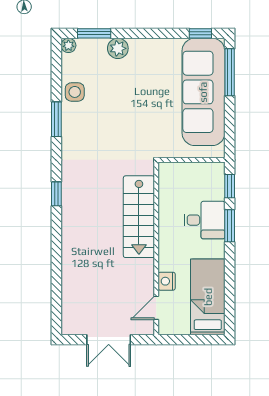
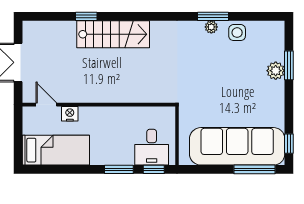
window: (94, 33) -> (289, 65), moved
plant: (68, 45) -> (211, 27), moved
window: (56, 194) -> (86, 16), moved
stairs: (139, 217) -> (113, 34), moved, turned 180
desk: (204, 220) -> (152, 147), moved

